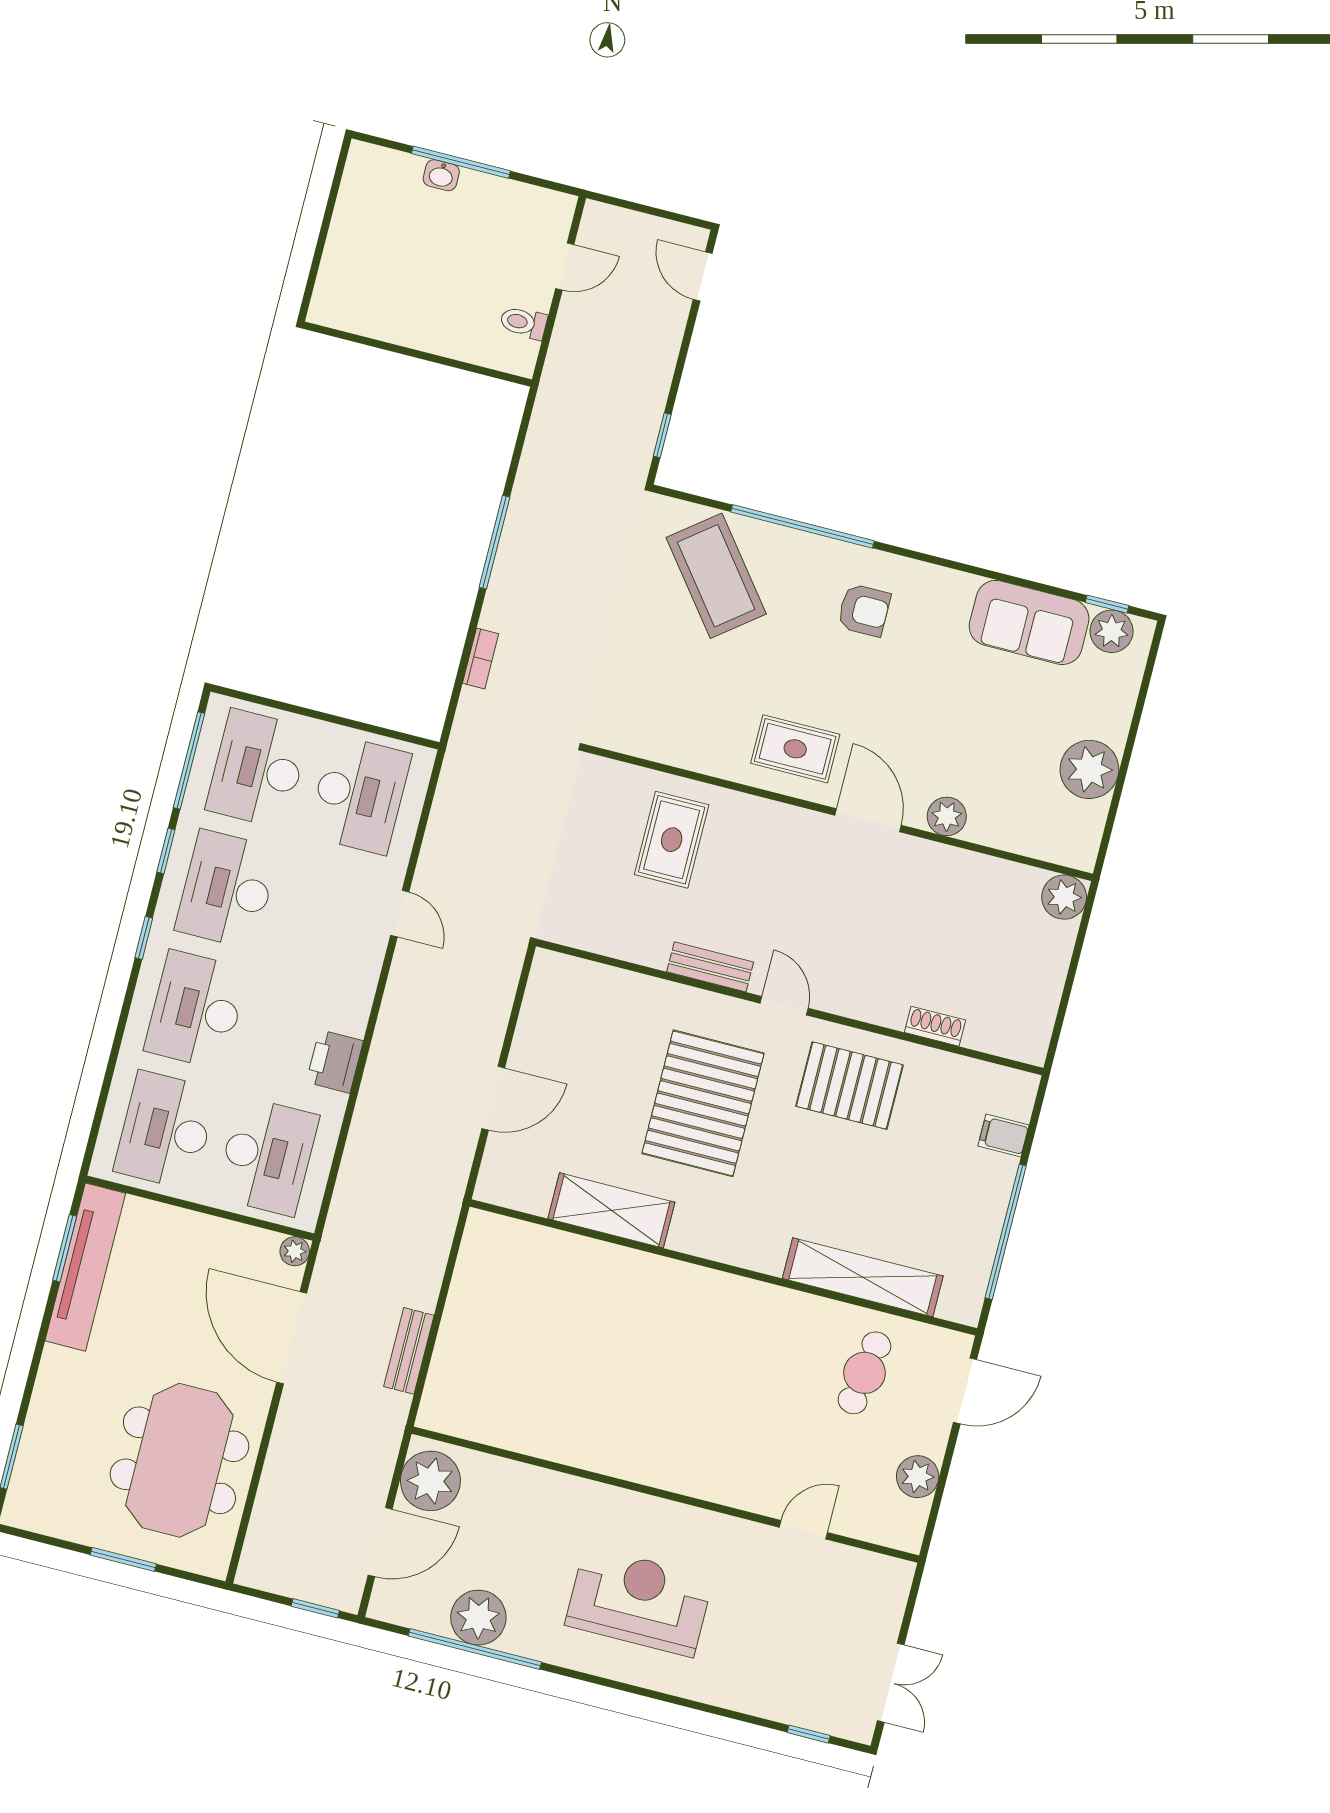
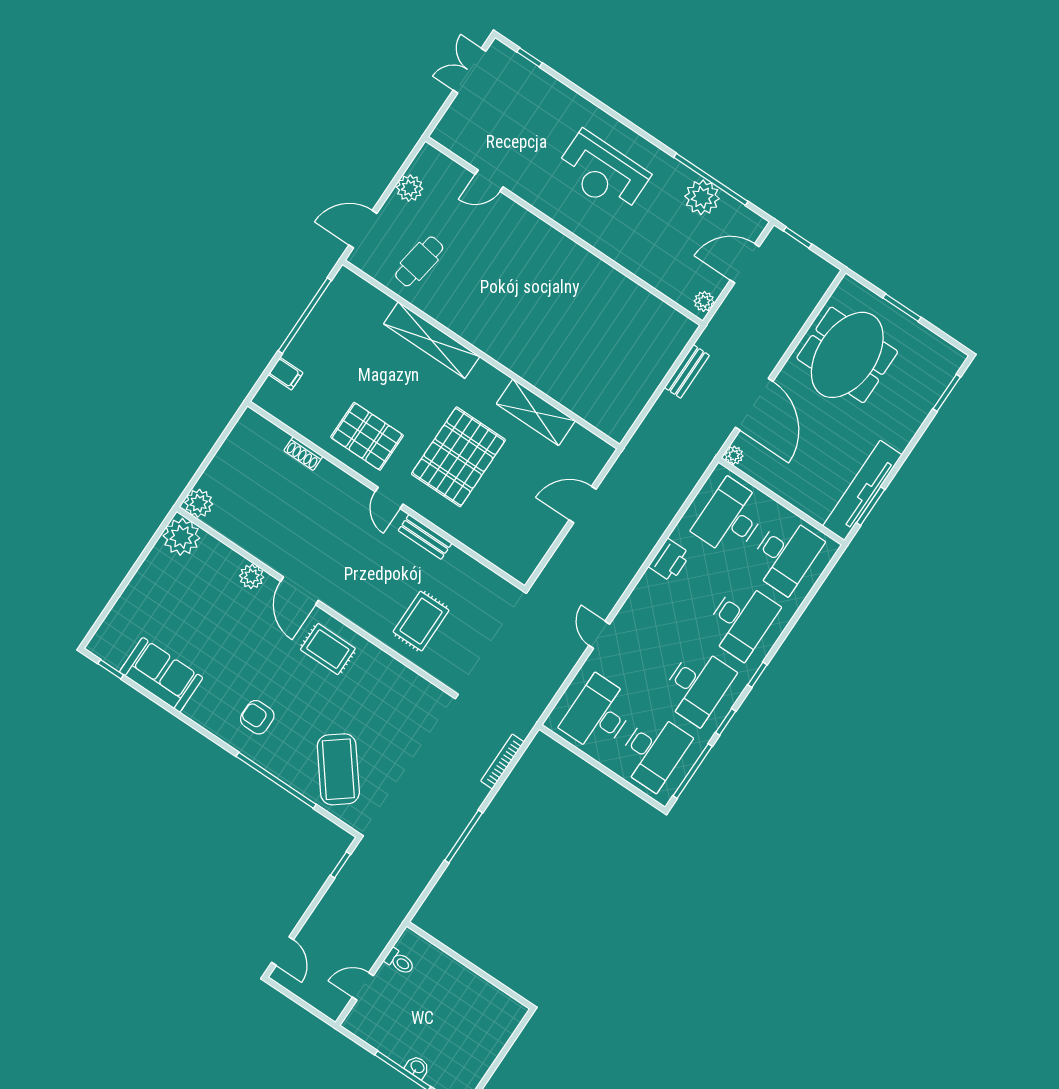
plant: (1112, 631) -> (114, 652), removed
bookcase: (481, 658) -> (502, 762), width x1.56
plant: (1089, 769) -> (181, 537), moved
shelving: (863, 1277) -> (432, 340), moved
plant: (430, 1481) -> (704, 301), width x0.53, depth x0.53

